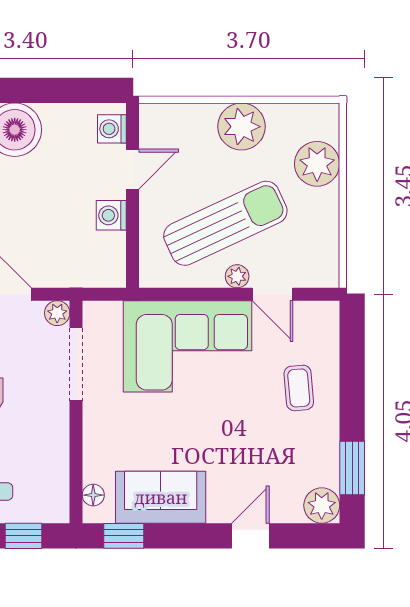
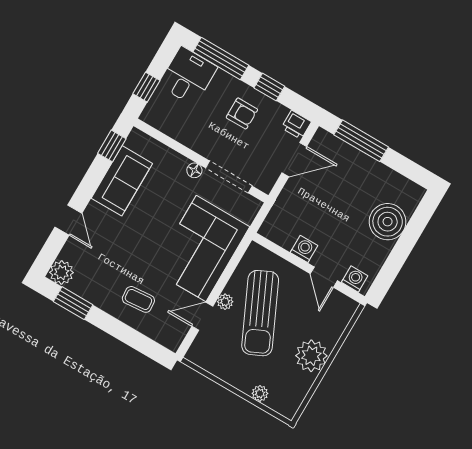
plant: (317, 164) -> (260, 393), width x0.53, depth x0.53
plant: (57, 313) -> (265, 184), removed
floor lamp: (93, 495) -> (194, 170), moved

